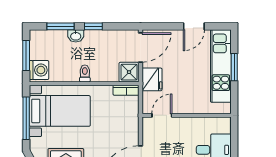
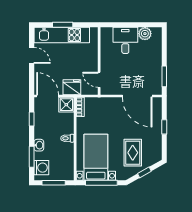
window: (93, 26) -> (32, 119), moved
washing machine: (39, 70) -> (41, 168), moved, turned 90

